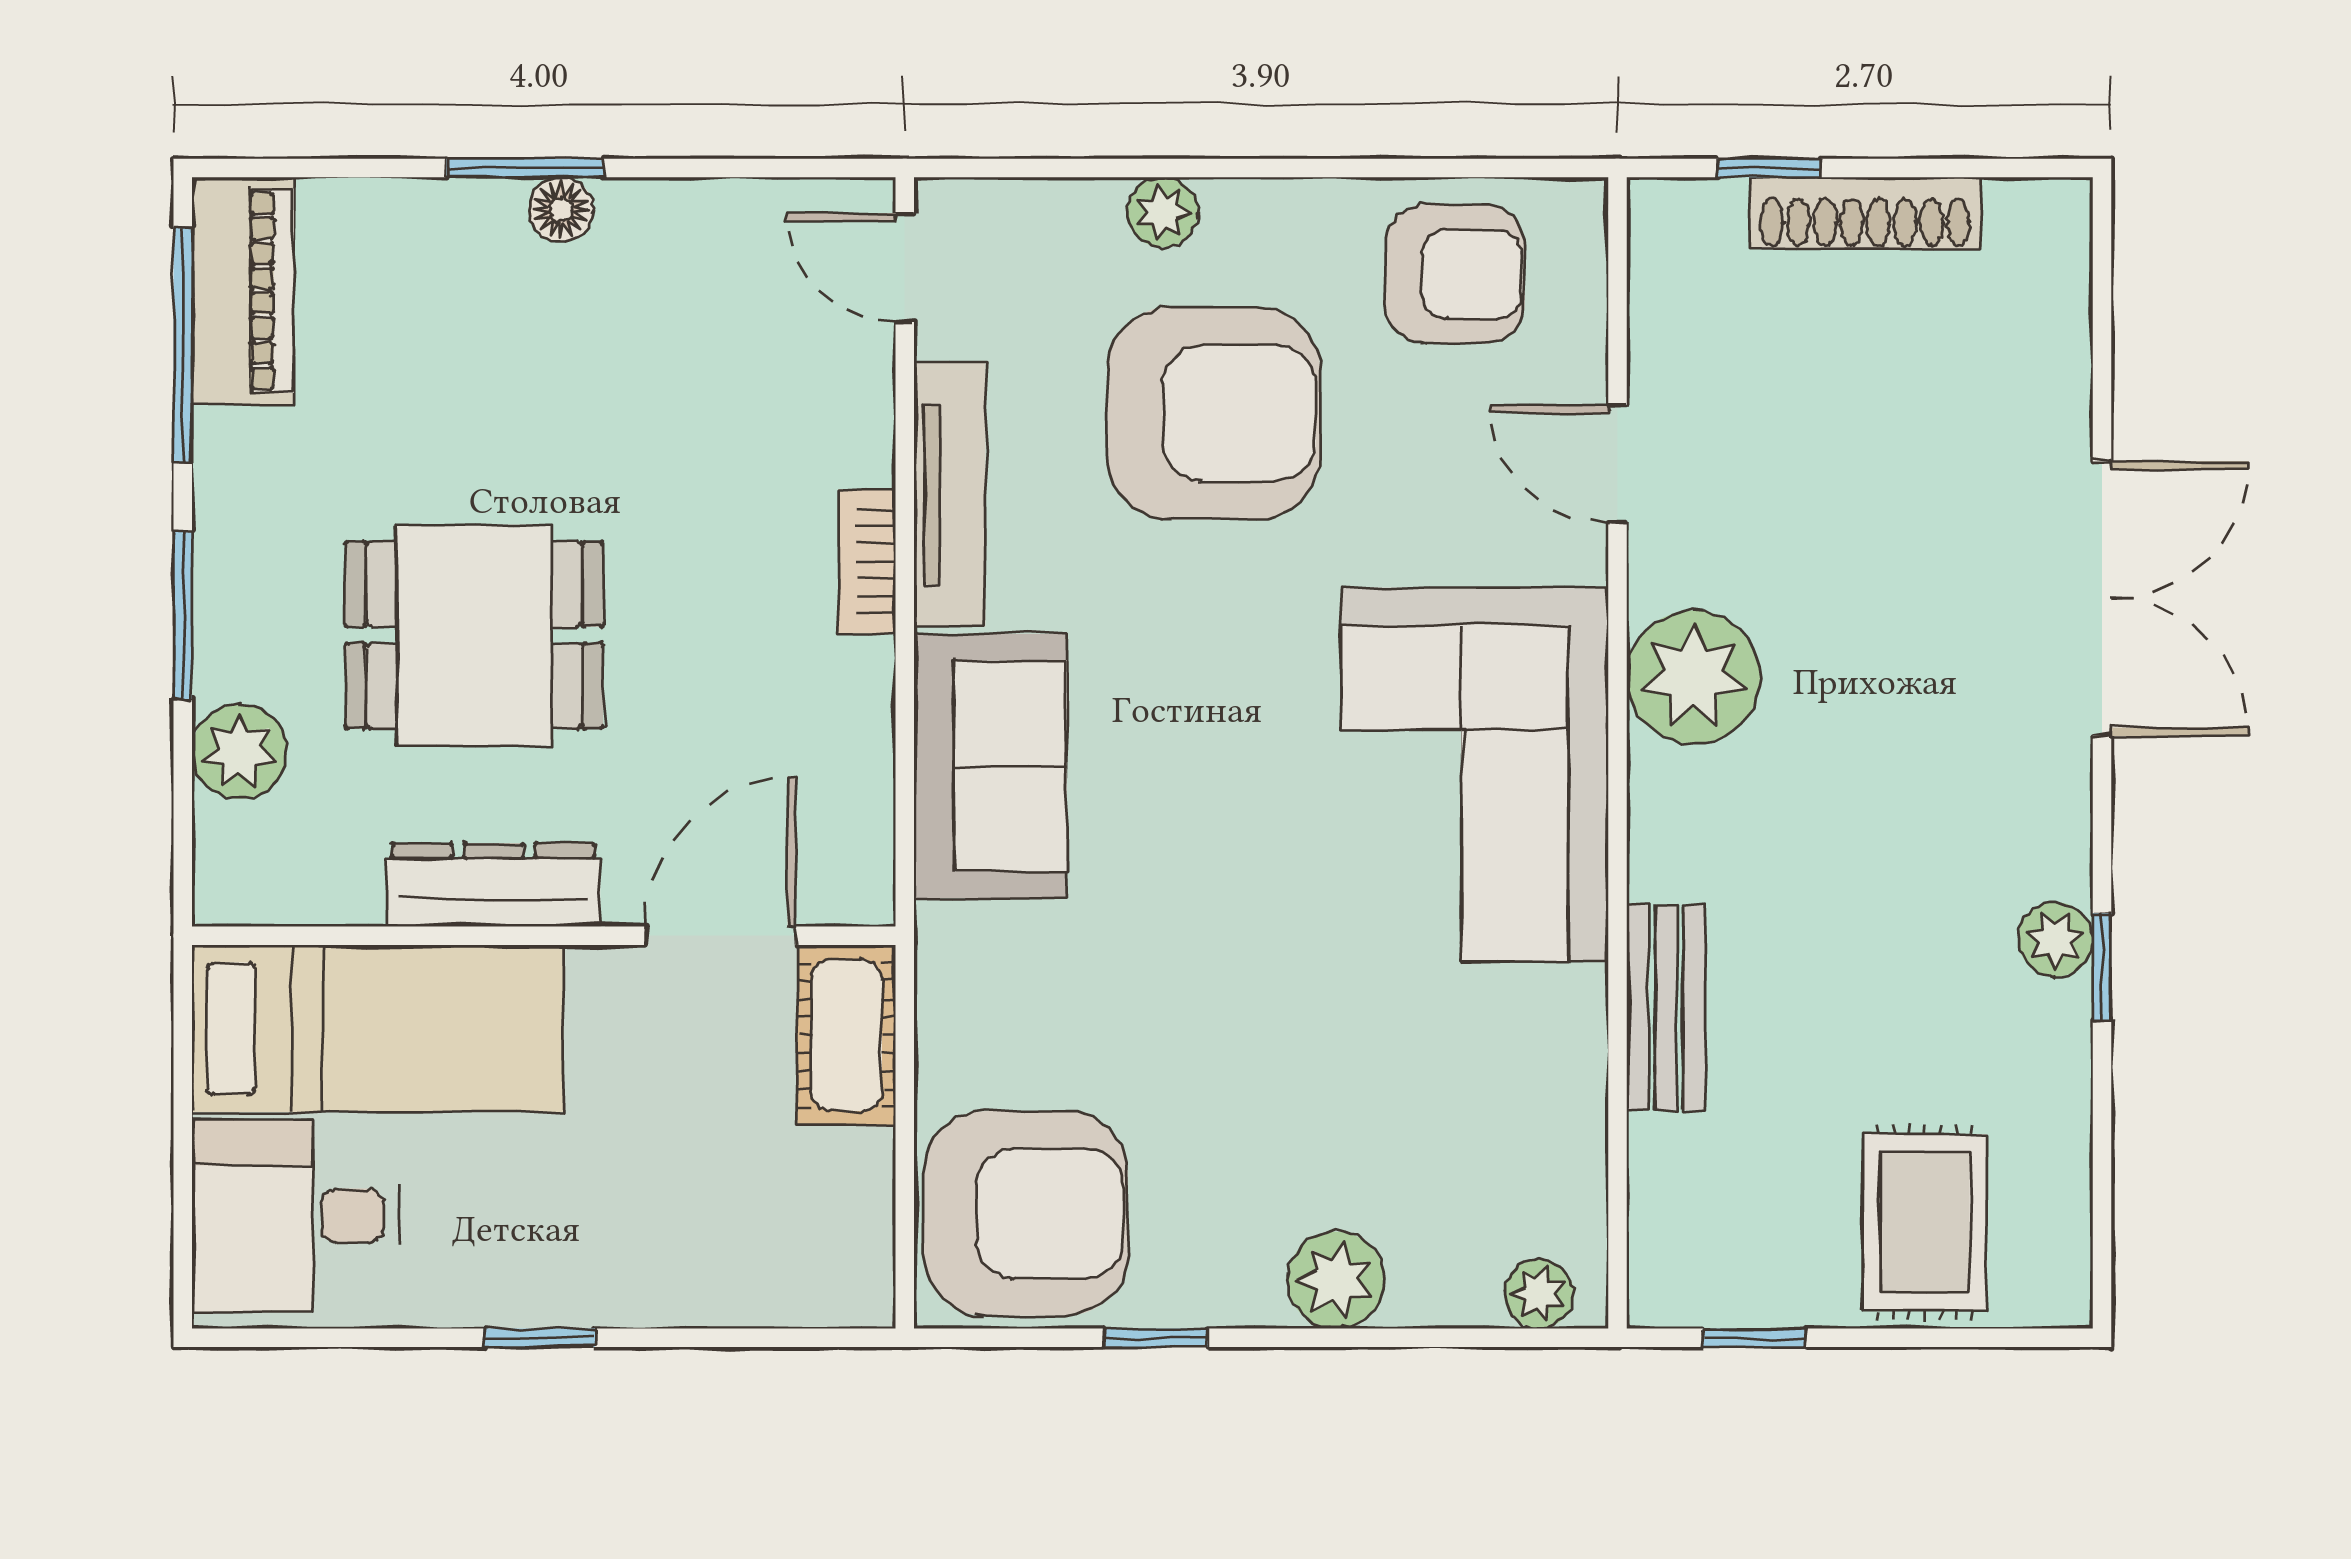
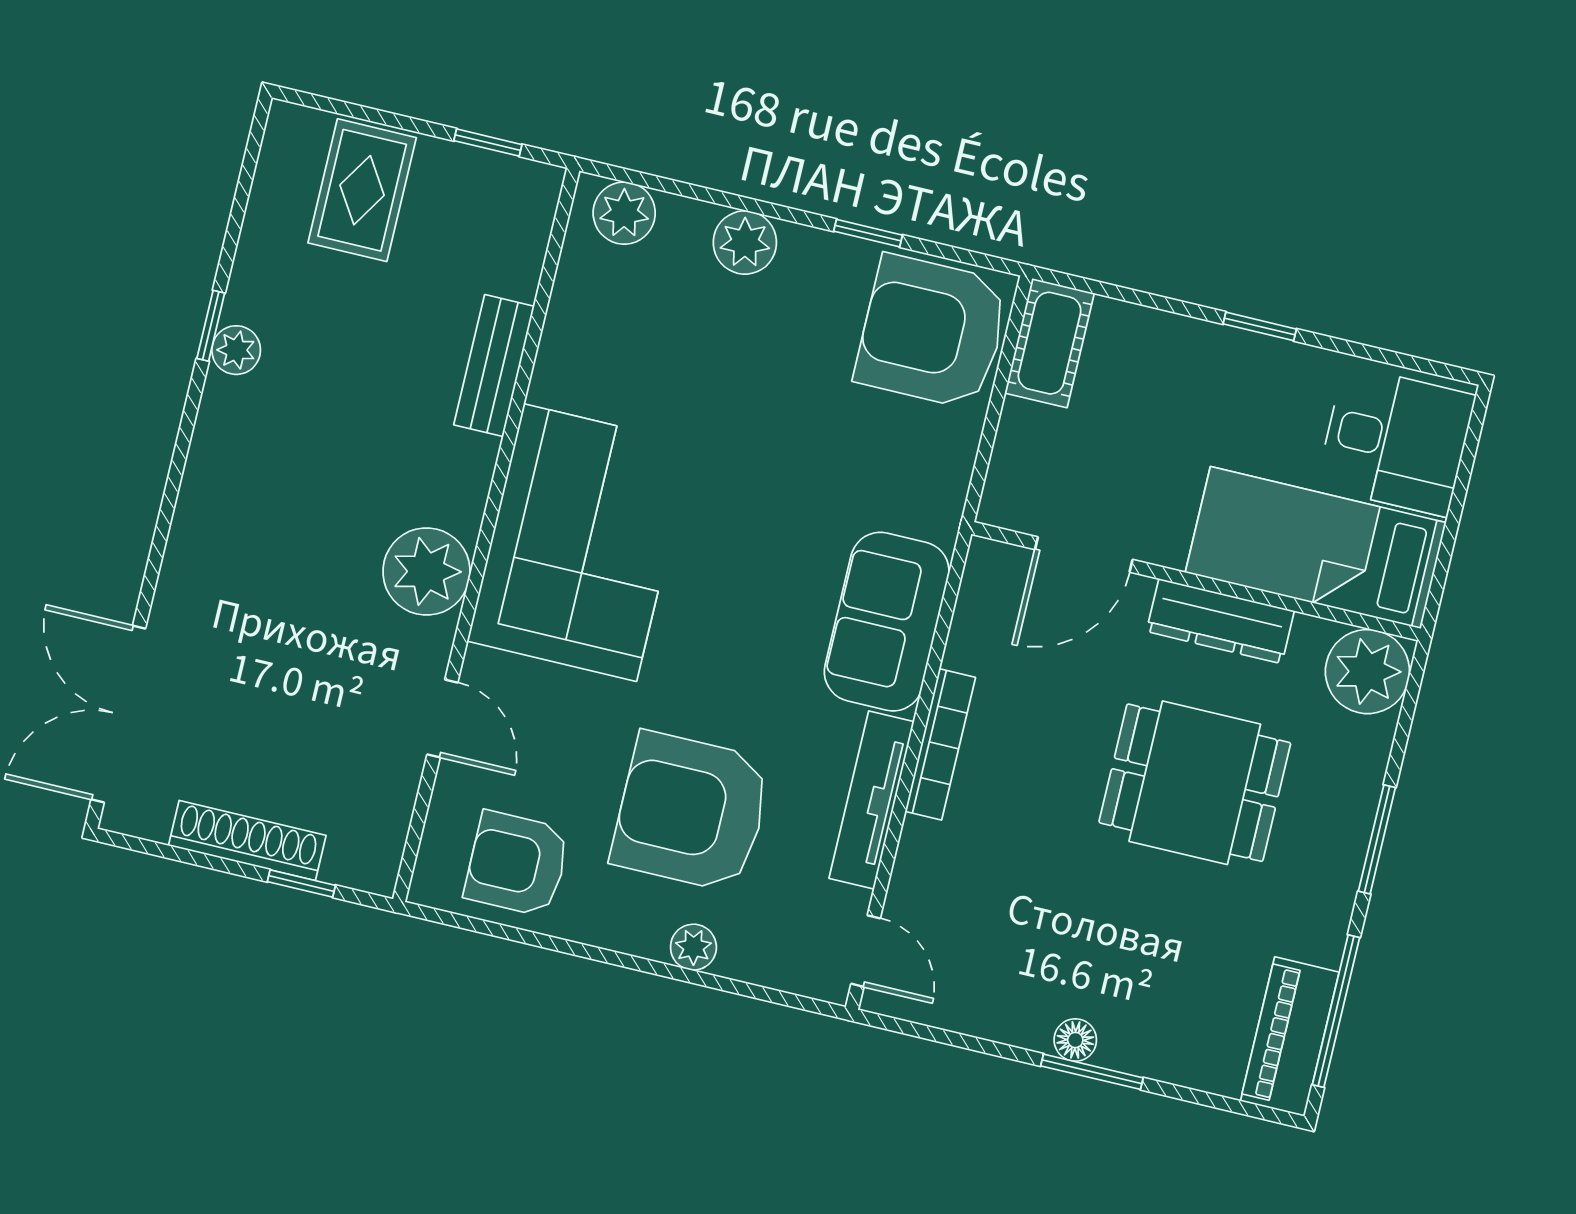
bookcase: (867, 561) -> (940, 744), width x1.56
double door: (2102, 599) -> (118, 714), moved
plant: (239, 752) -> (1367, 672), moved, width x1.36, depth x1.36
cot: (847, 1035) -> (1050, 343), moved
plant: (1539, 1294) -> (624, 213), width x1.38, depth x1.38

